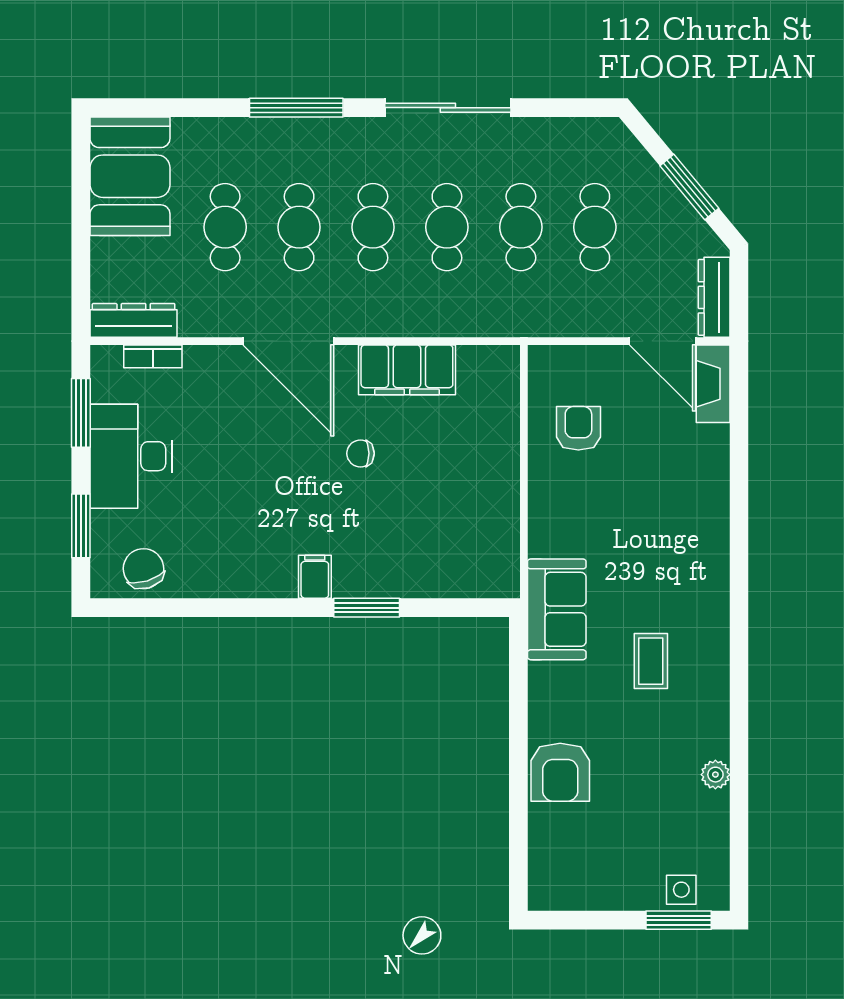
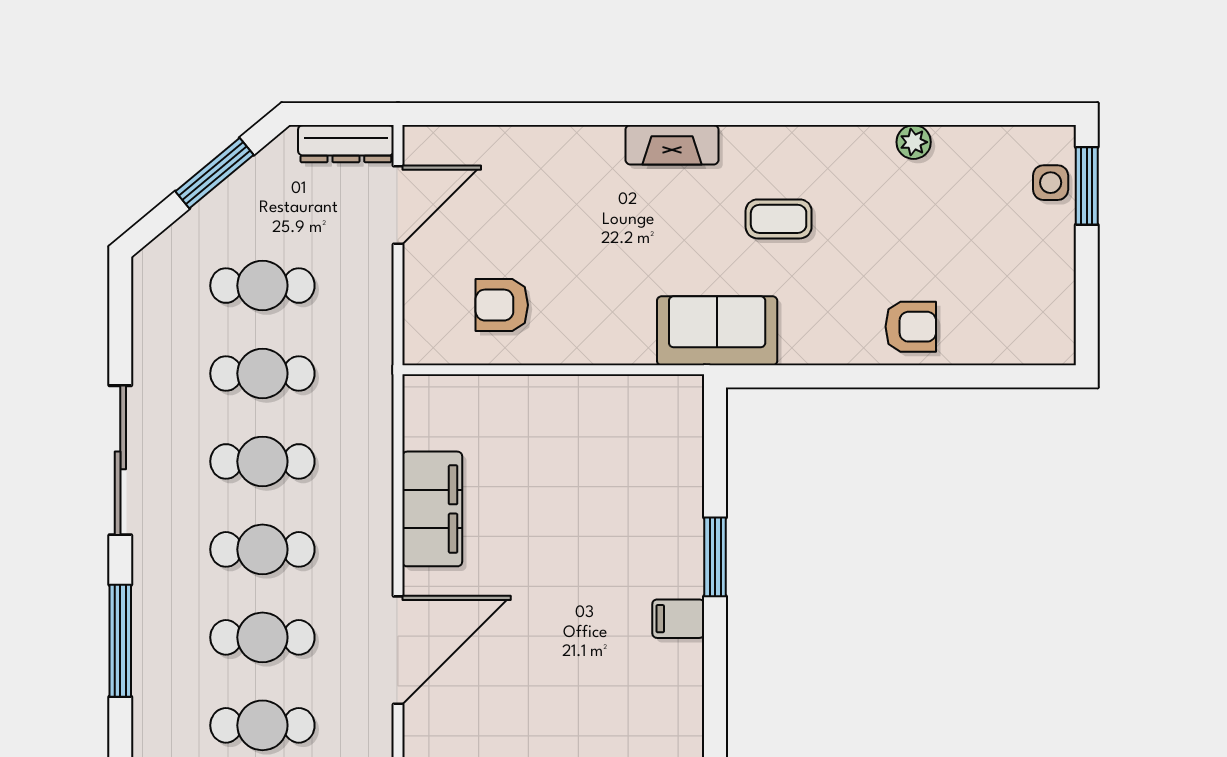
fireplace: (713, 384) -> (672, 145), moved
chair: (361, 453) -> (532, 564), removed
armchair: (560, 772) -> (911, 327), width x0.72, depth x0.72

